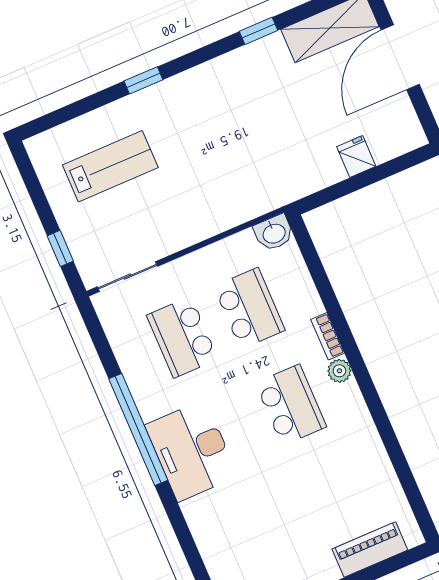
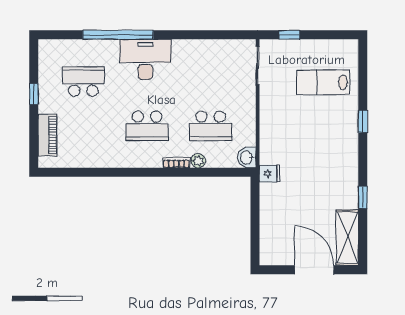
fridge: (356, 156) -> (270, 174), moved
lab bench: (110, 166) -> (323, 82), turned 90
school desk: (182, 337) -> (83, 81), moved
plant: (339, 371) -> (198, 161), moved
window: (138, 430) -> (118, 35), moved

